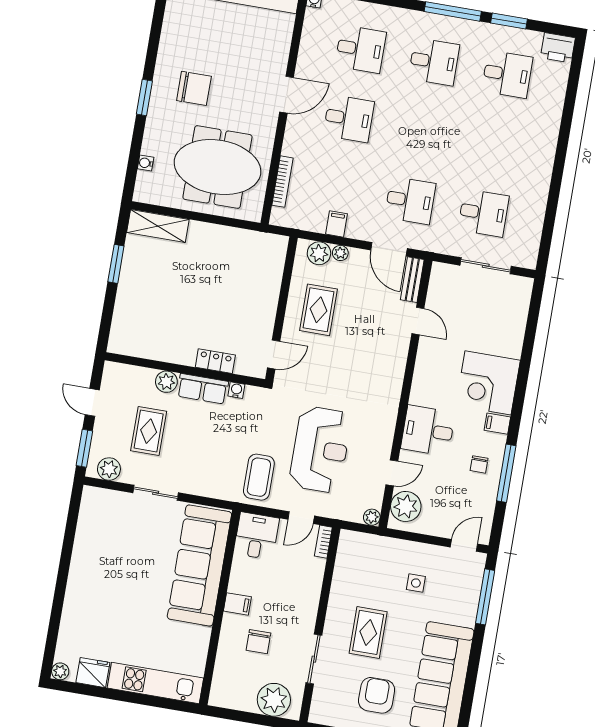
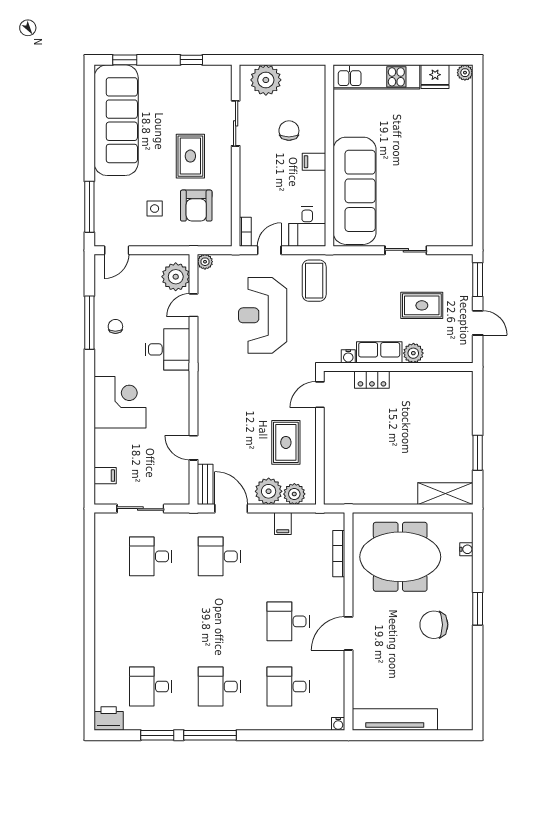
plant: (340, 253) -> (269, 491), width x1.88, depth x1.88
filing cabinet: (497, 424) -> (105, 476), moved
rug: (149, 431) -> (422, 305), turned 90
plant: (109, 469) -> (452, 265), removed
armchair: (377, 695) -> (196, 206), moved

